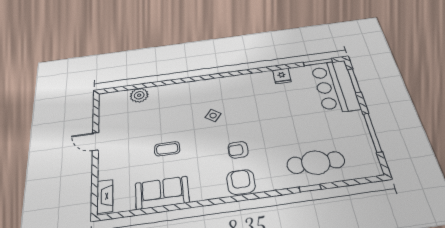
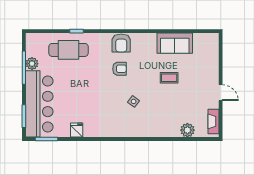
bar counter: (335, 87) -> (39, 104), width x1.36
plant: (363, 139) -> (32, 64), added
fireplace: (105, 196) -> (213, 121), moved

